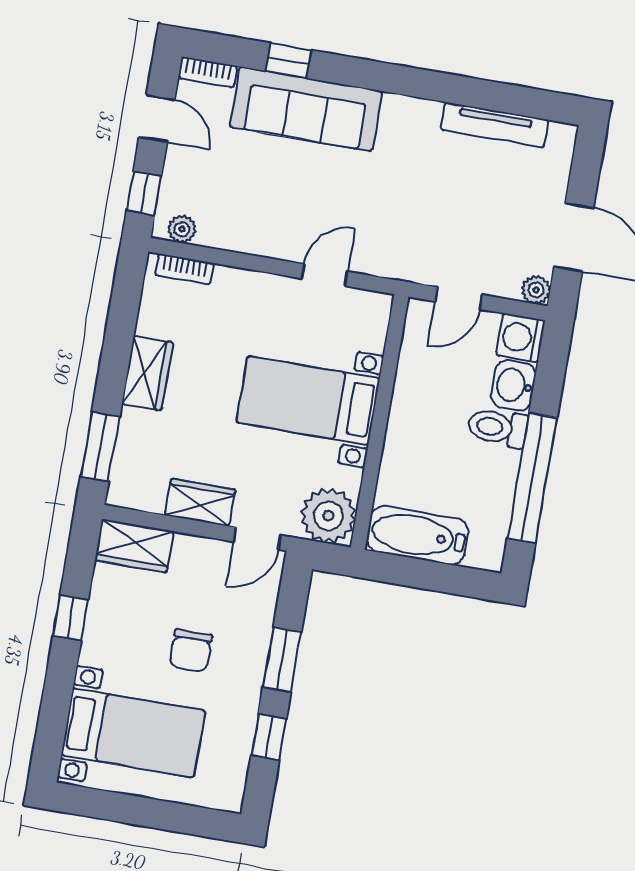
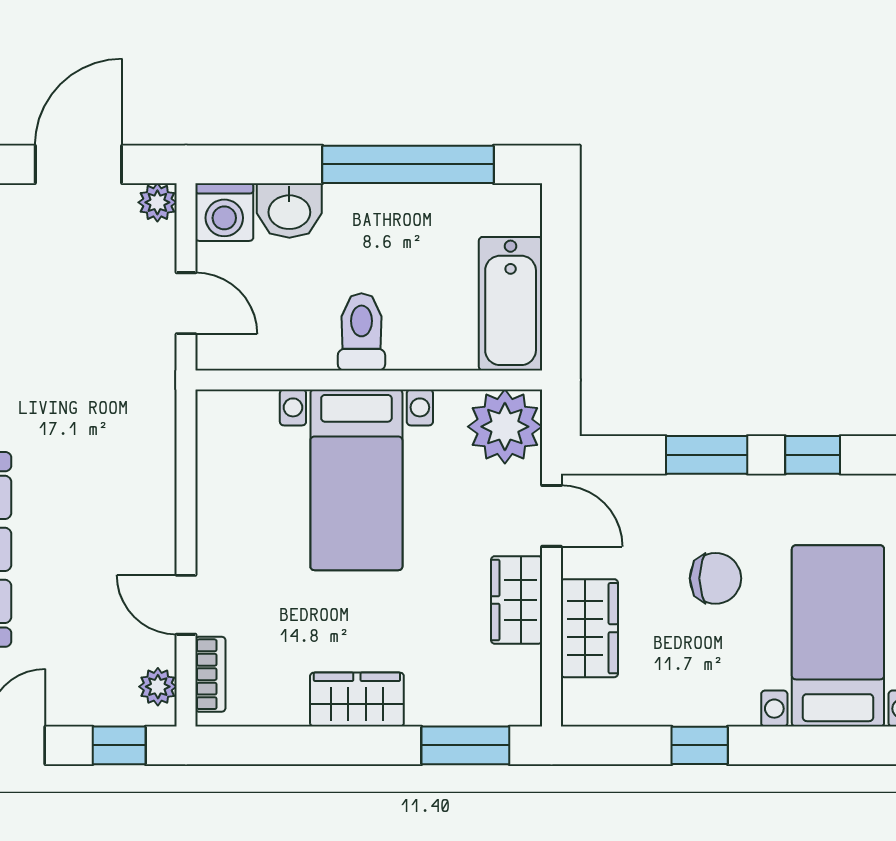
door: (324, 275) -> (186, 605), moved
toilet: (498, 428) -> (361, 332), moved, turned 180
wardrobe: (134, 546) -> (589, 628), moved

